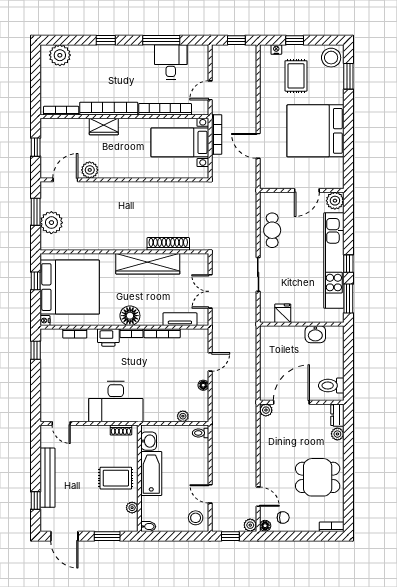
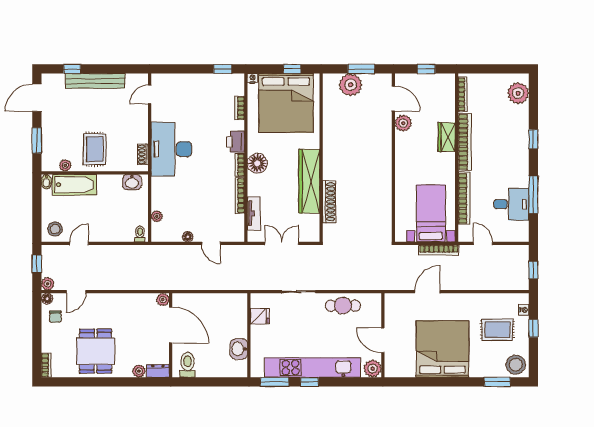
bathtub: (151, 474) -> (75, 185), moved

